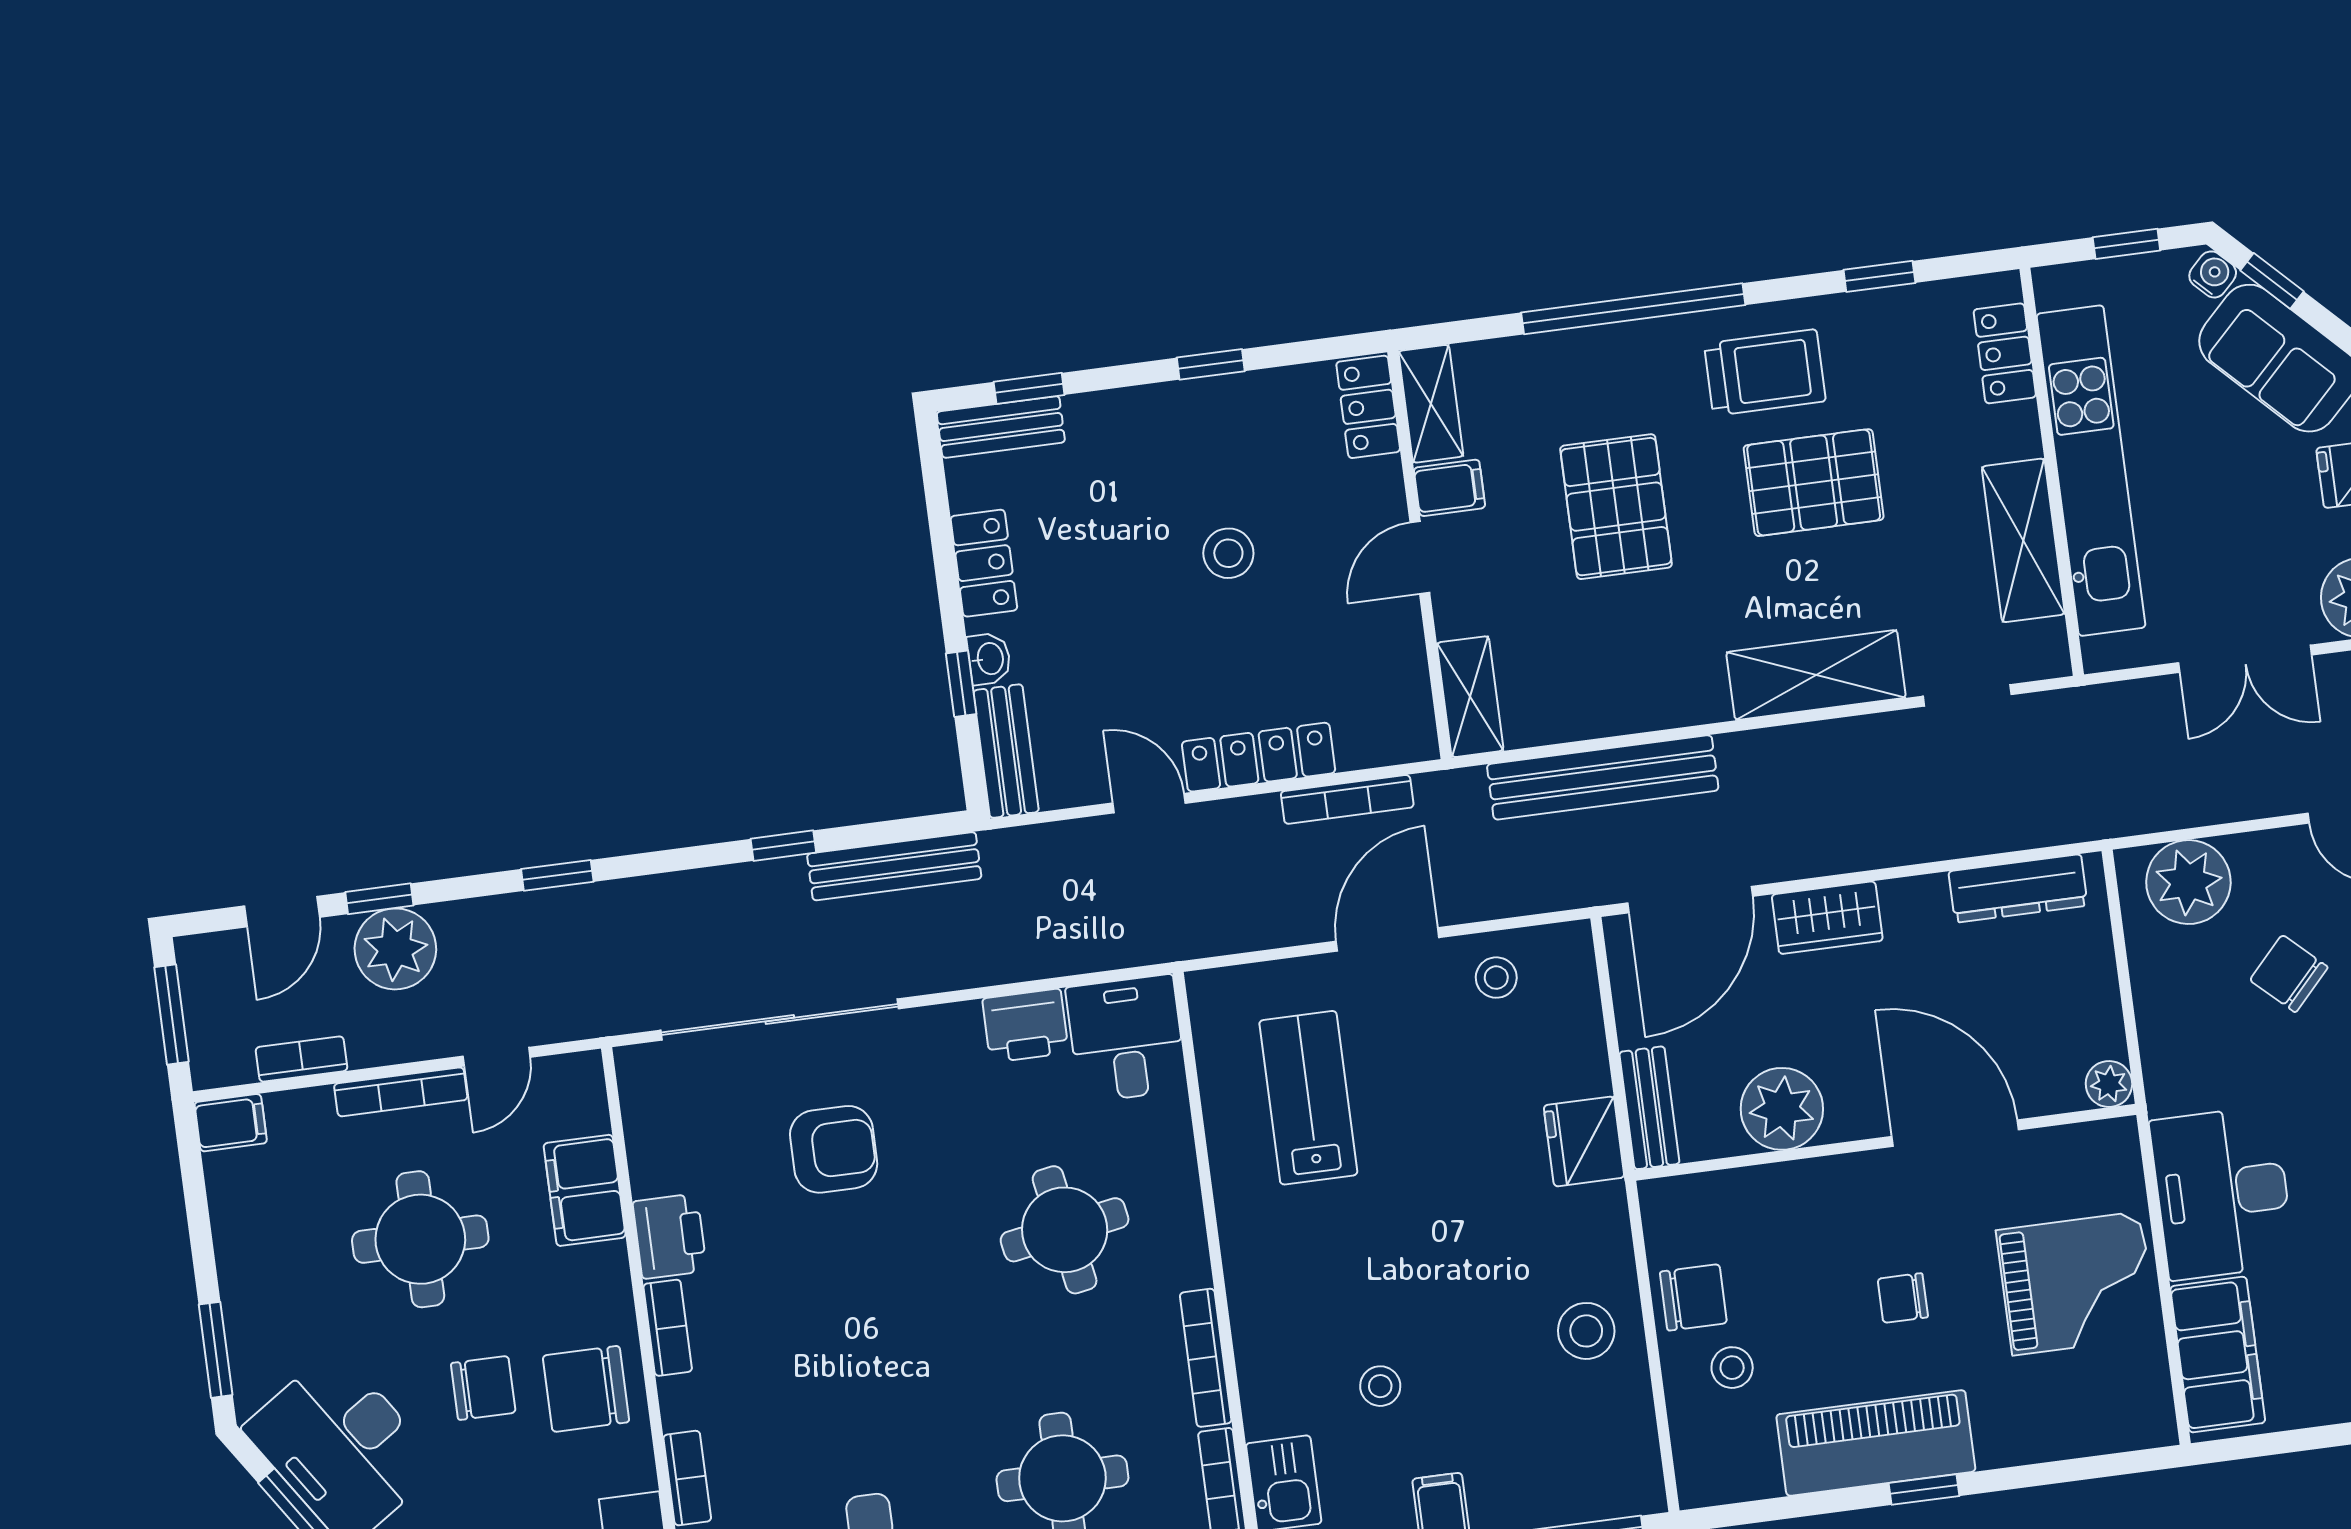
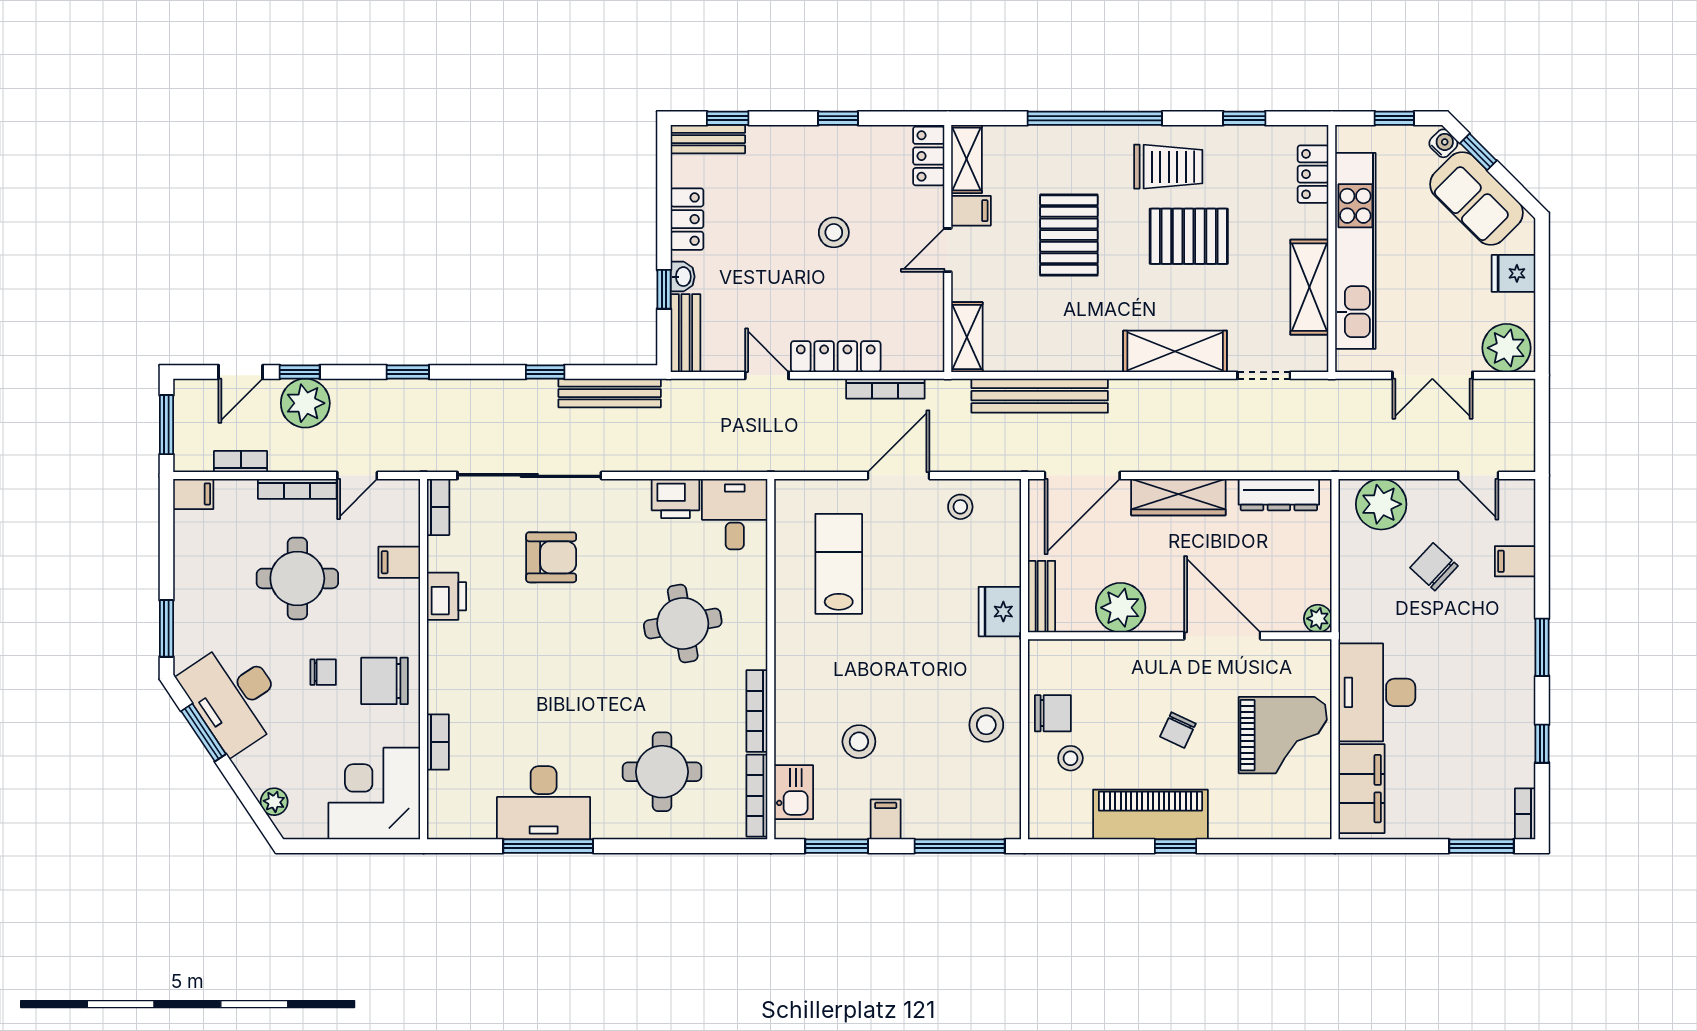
wardrobe: (1827, 918) -> (1178, 497), width x1.50
filing cabinet: (585, 1190) -> (399, 562), width x0.50
chair: (1903, 1298) -> (1178, 730), turned -65
bookcase: (668, 1328) -> (438, 507), moved
stool: (1380, 1386) -> (859, 742), width x1.37, depth x1.37
chair: (483, 1388) -> (323, 672), width x0.73, depth x0.73

